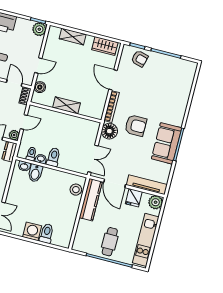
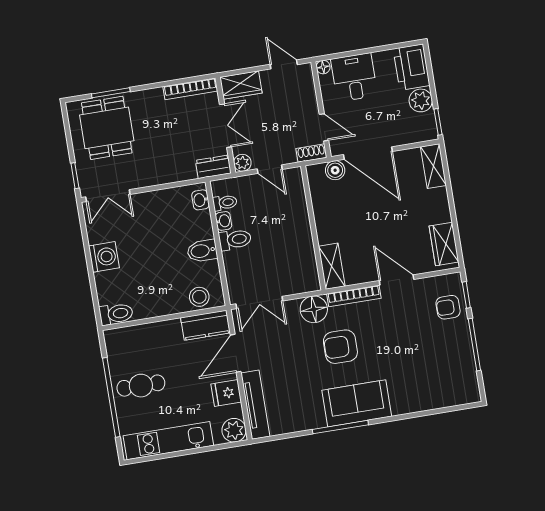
plant: (39, 29) -> (421, 100), moved
shelving: (73, 37) -> (433, 166), moved
armchair: (140, 59) -> (448, 307), turned 75
door: (38, 66) -> (368, 153), width x1.88
door: (113, 80) -> (397, 280), hinge flipped
door: (14, 83) -> (324, 127), hinge flipped
shelving: (66, 105) -> (332, 266), moved
armchair: (136, 126) -> (340, 347), turned 90
sofa: (166, 143) -> (357, 403), moved
bidet: (35, 173) -> (202, 251), moved
kitchen counter: (91, 200) -> (205, 325), width x0.67
toilet: (47, 233) -> (116, 314), moved

